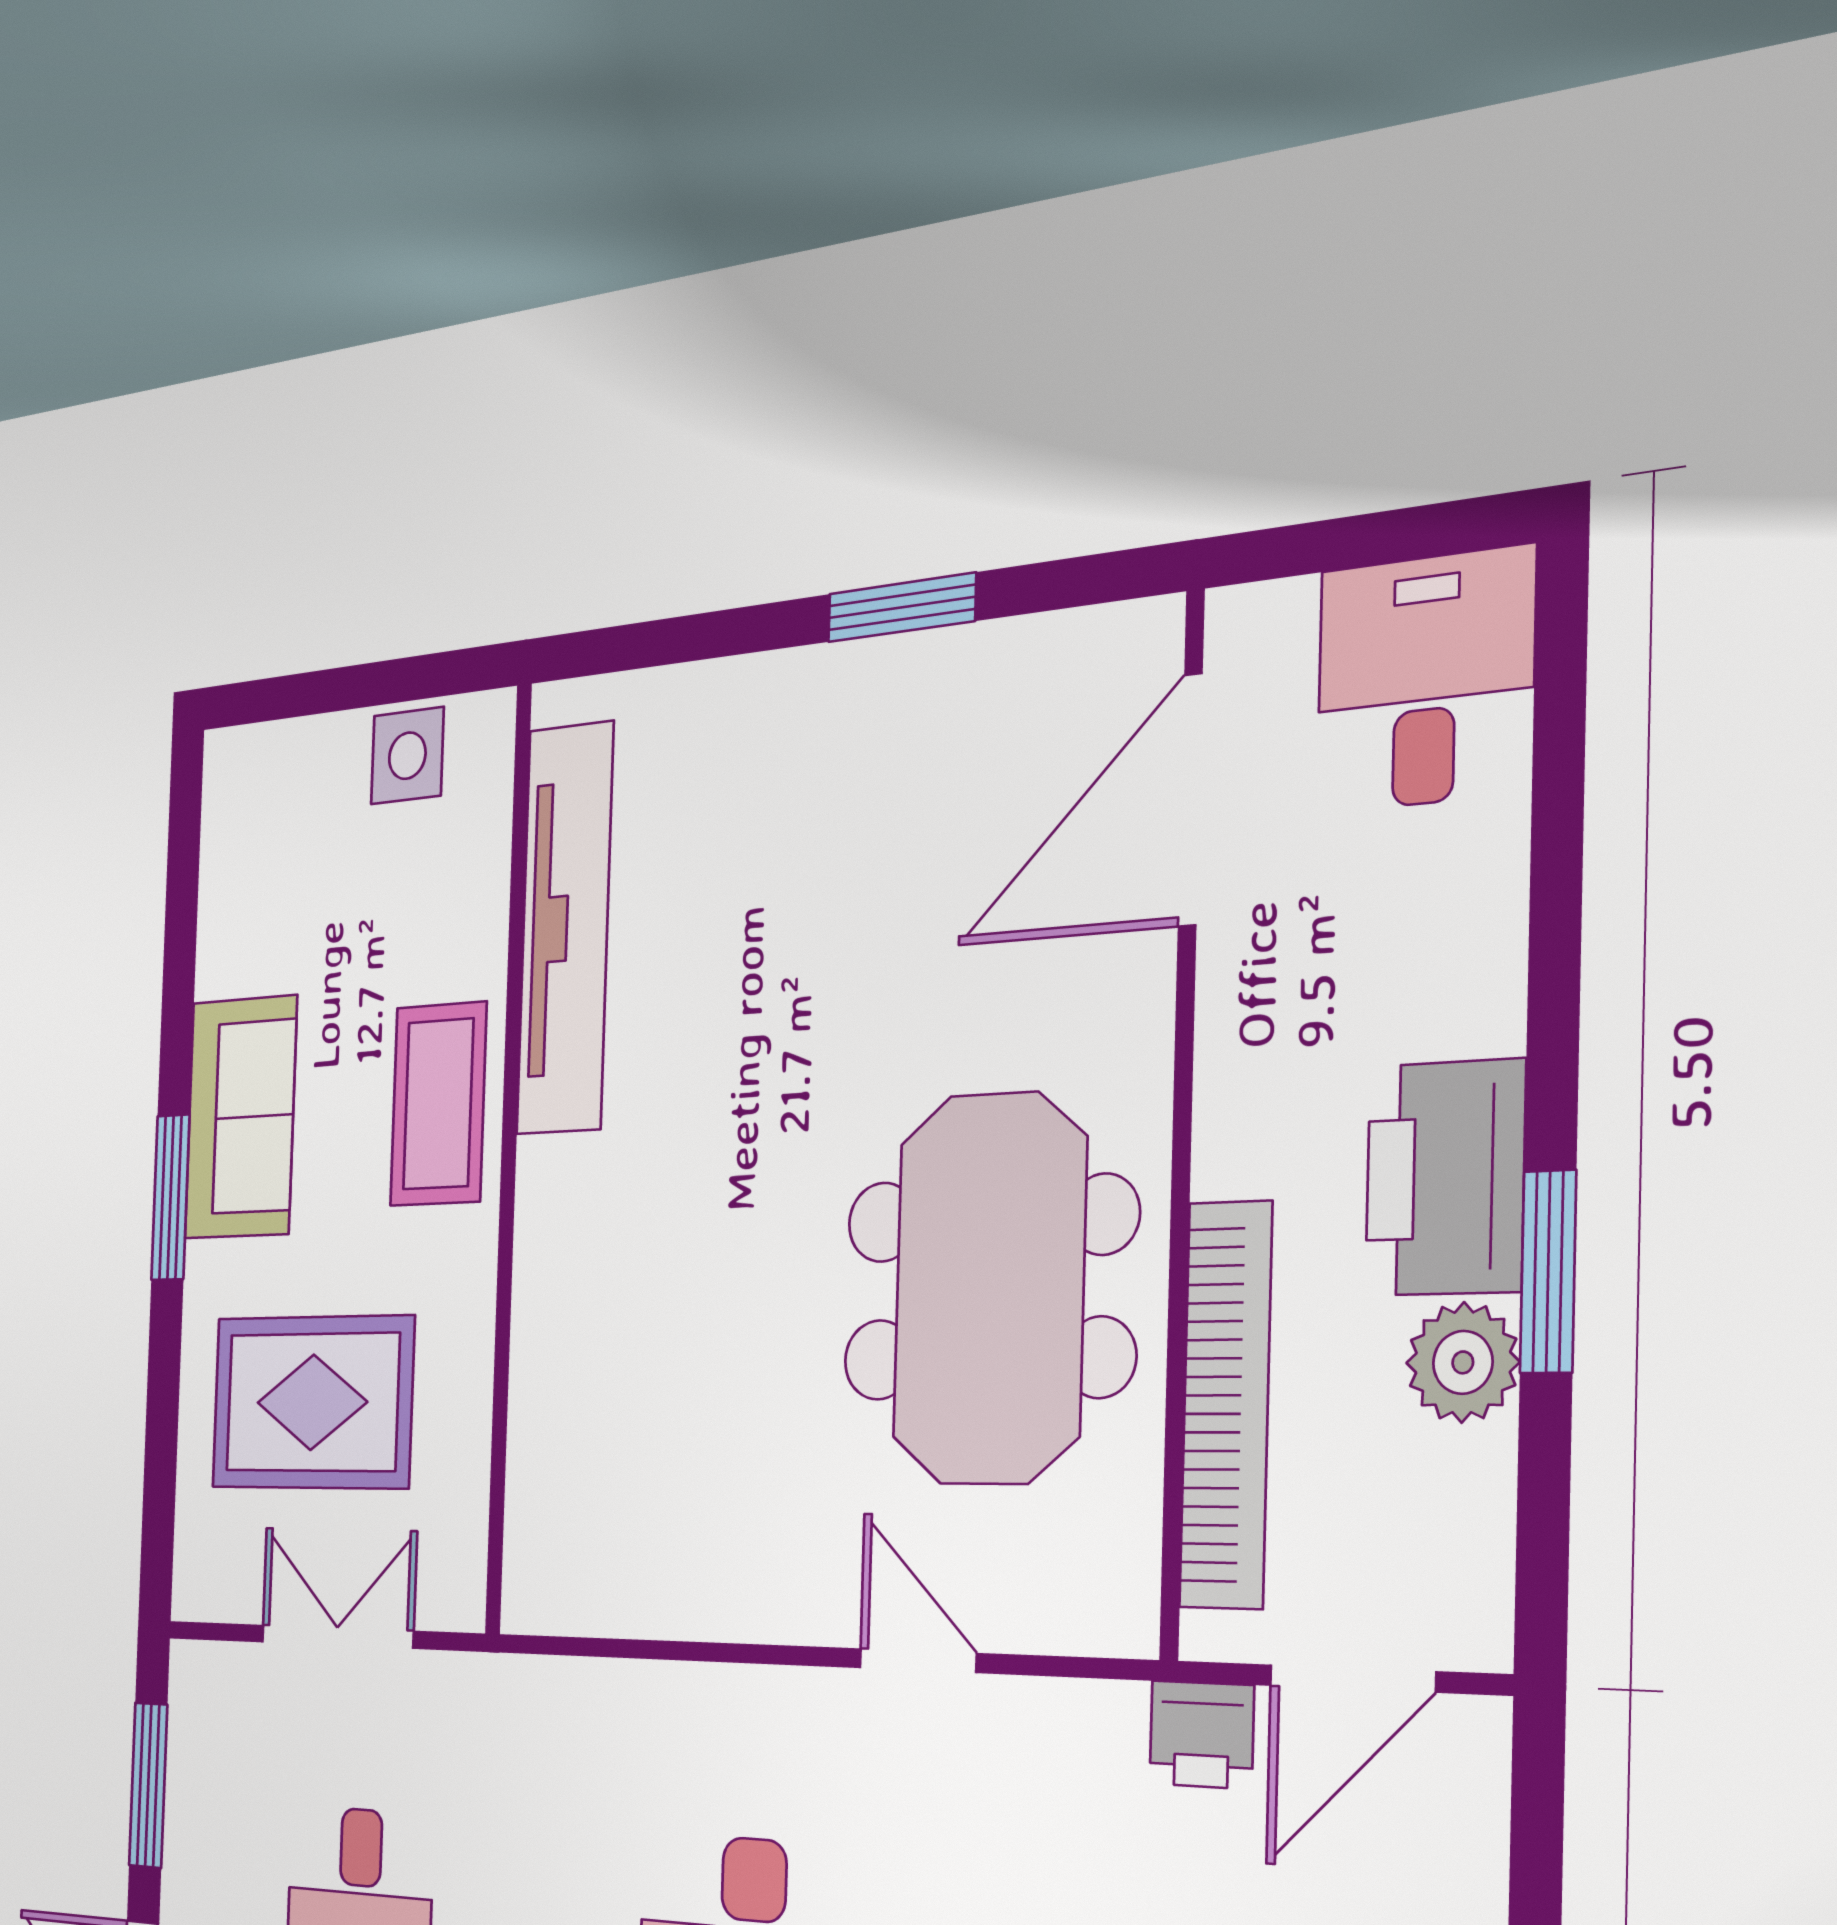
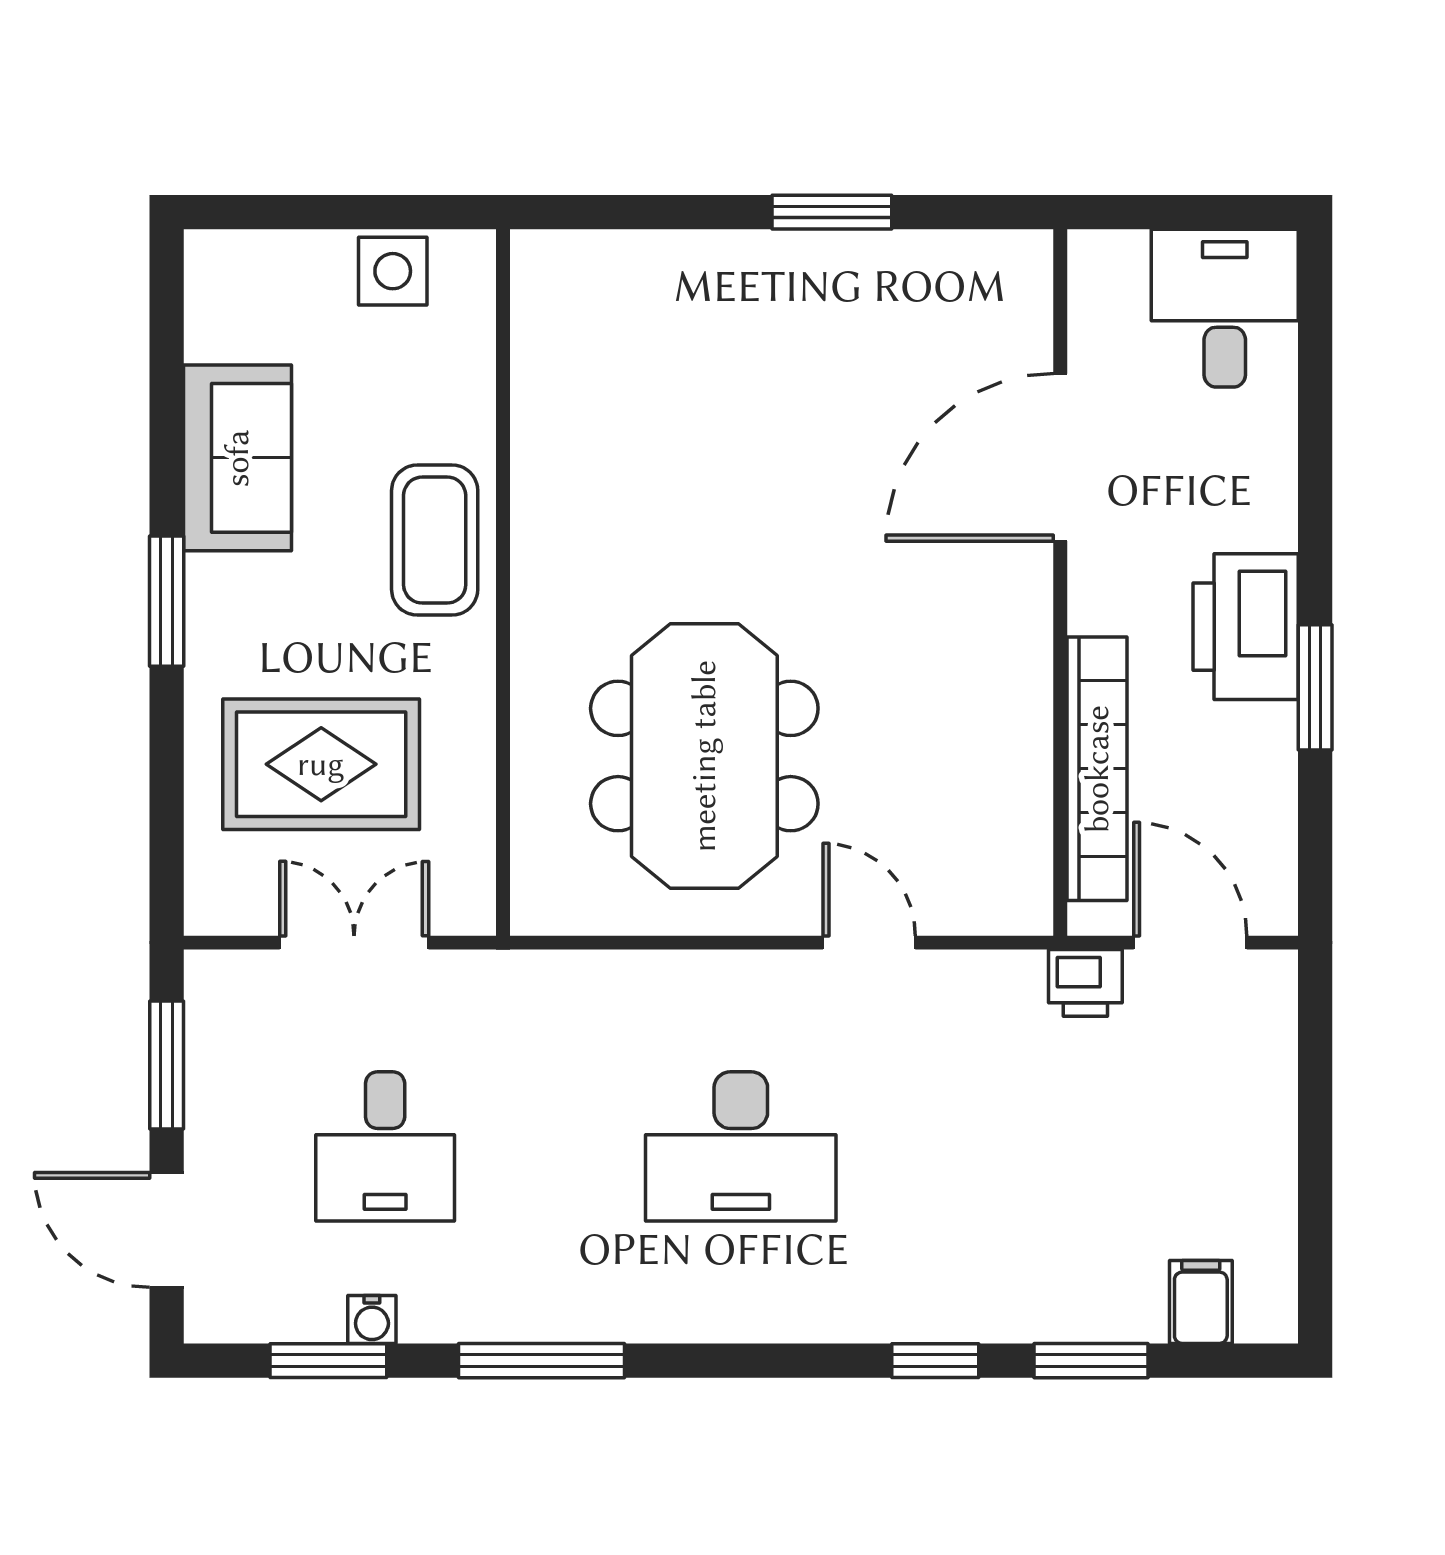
door: (1190, 800) -> (1060, 457), moved
tv unit: (565, 928) -> (548, 416), removed
sofa: (241, 1117) -> (237, 458), moved
meeting table: (989, 1288) -> (704, 756), moved
plant: (1463, 1362) -> (1260, 743), removed
door: (1352, 1678) -> (1190, 943), swing flipped

